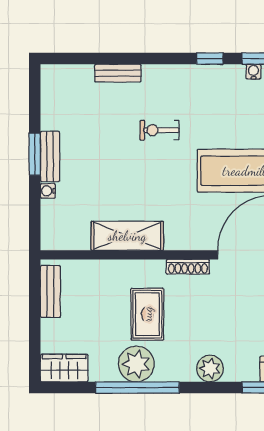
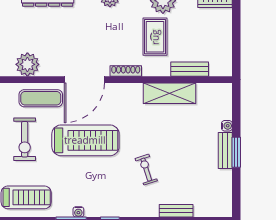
exercise bike: (159, 130) -> (146, 170), turned -108
bench: (50, 292) -> (190, 69), moved, turned 90

